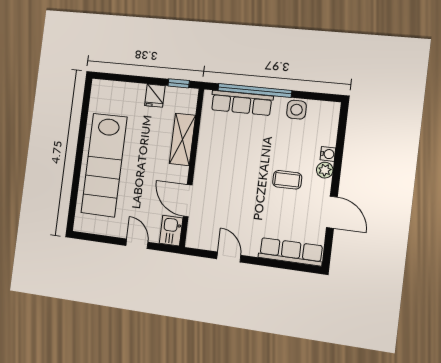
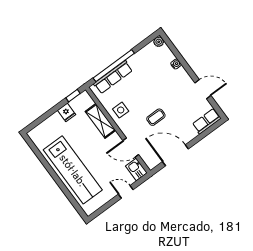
side table: (296, 110) -> (121, 110), moved
plant: (325, 170) -> (159, 42), moved
coffee table: (287, 180) -> (156, 117), moved
row of seats: (291, 252) -> (207, 121), width x0.68
door: (229, 257) -> (175, 155), width x1.88

